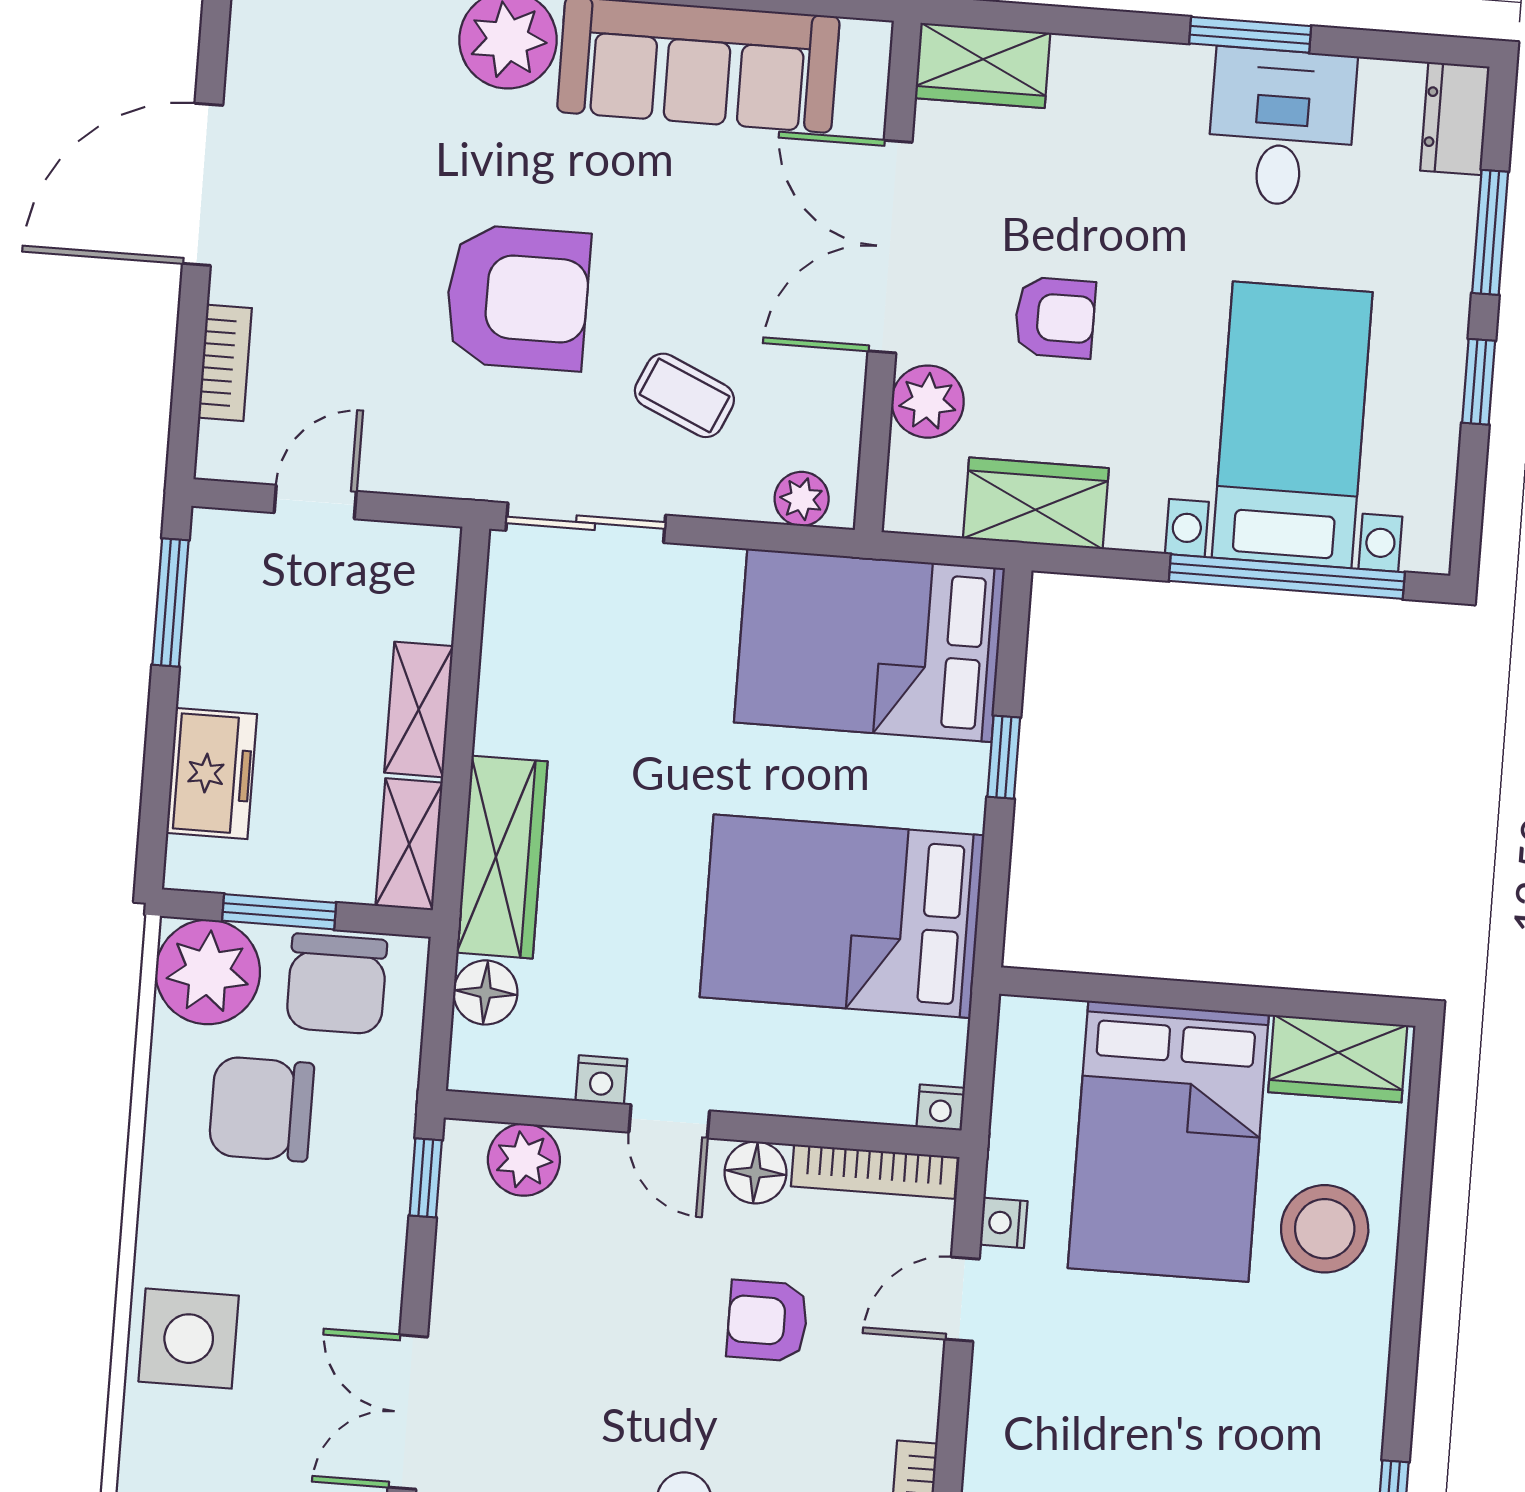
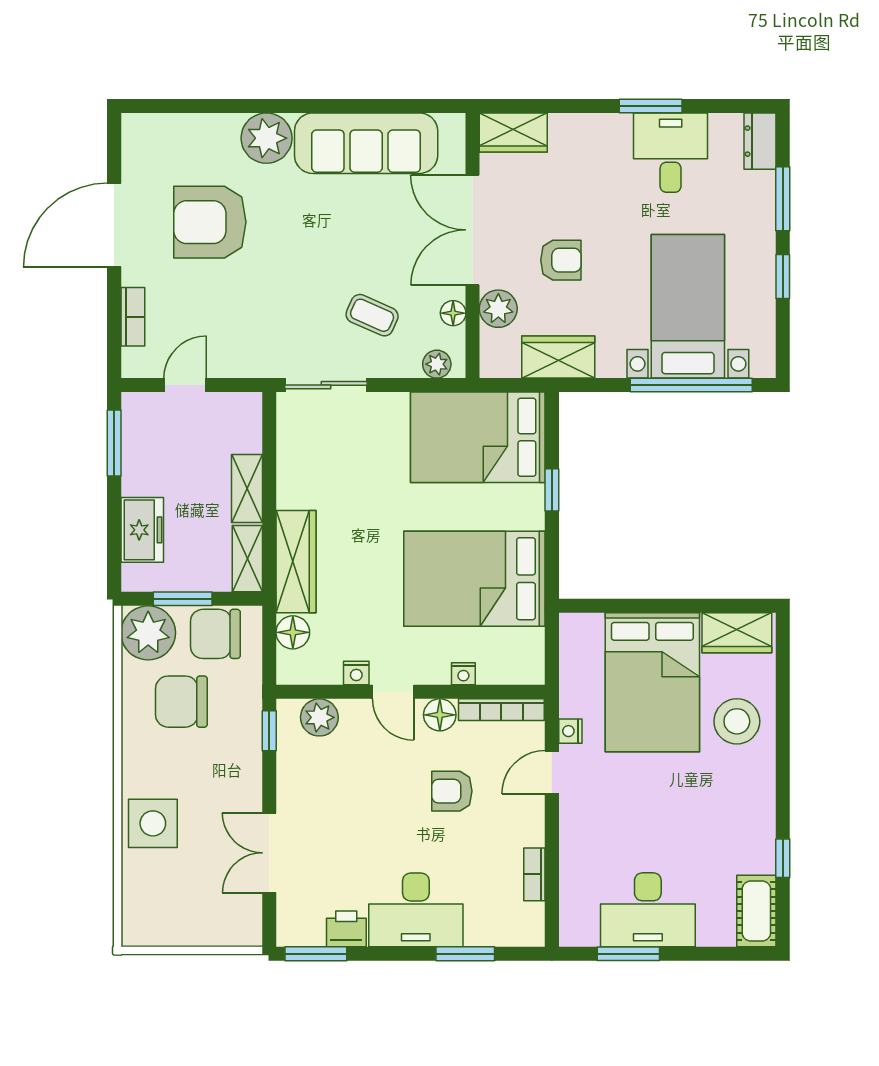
armchair: (517, 298) -> (210, 222), moved, turned 180
floor lamp: (840, 403) -> (453, 313), added
chair: (337, 984) -> (215, 634), turned 90
nightstand: (941, 1108) -> (463, 674), moved

